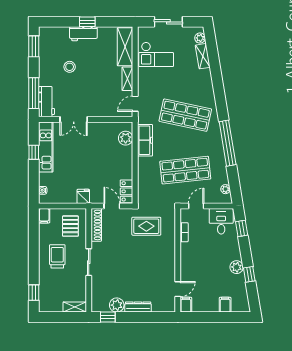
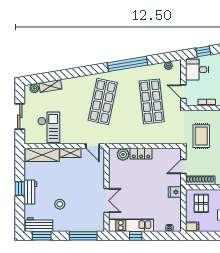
workbench: (47, 102) -> (39, 225), moved
freezer: (145, 140) -> (125, 137), removed
locker: (126, 191) -> (141, 154), moved
pallet: (70, 226) -> (201, 203), turned 90

